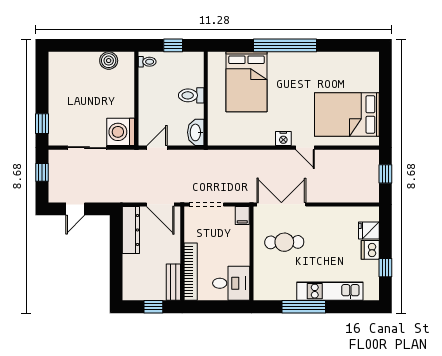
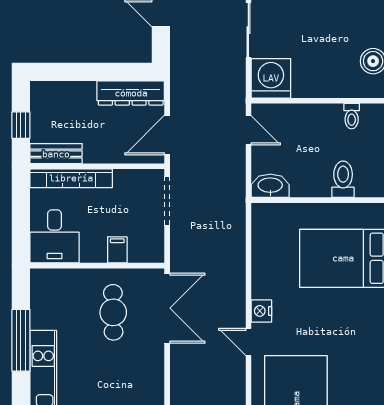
toilet: (147, 62) -> (352, 116), moved
toilet: (191, 95) -> (343, 179), moved
door: (305, 148) -> (248, 342), hinge flipped
filing cabinet: (242, 215) -> (117, 250), moved, turned 90

